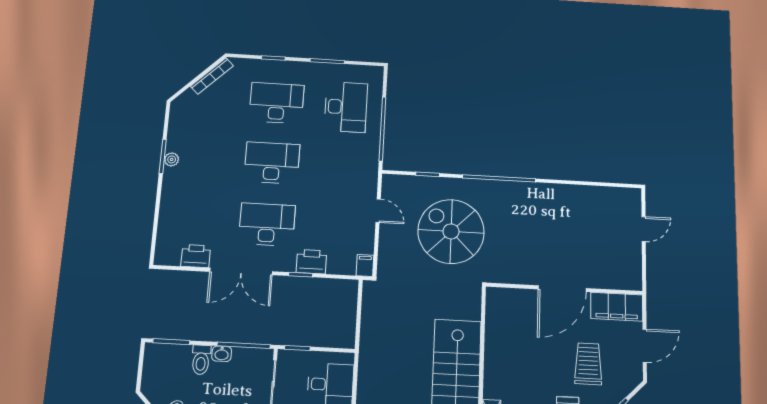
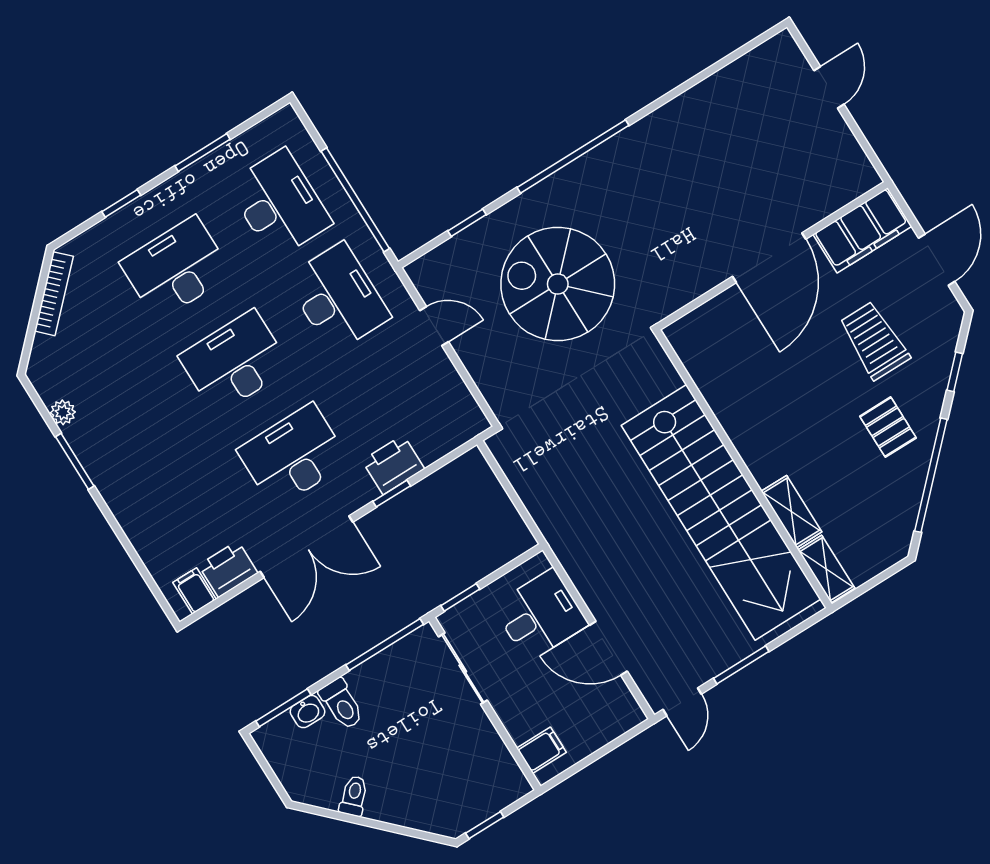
plant: (172, 159) -> (63, 412), moved
desk: (342, 167) -> (338, 298), added
filing cabinet: (365, 265) -> (195, 591), moved
washbasin: (222, 354) -> (307, 712), moved

